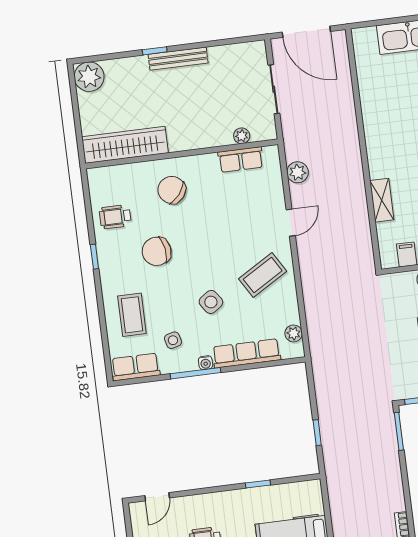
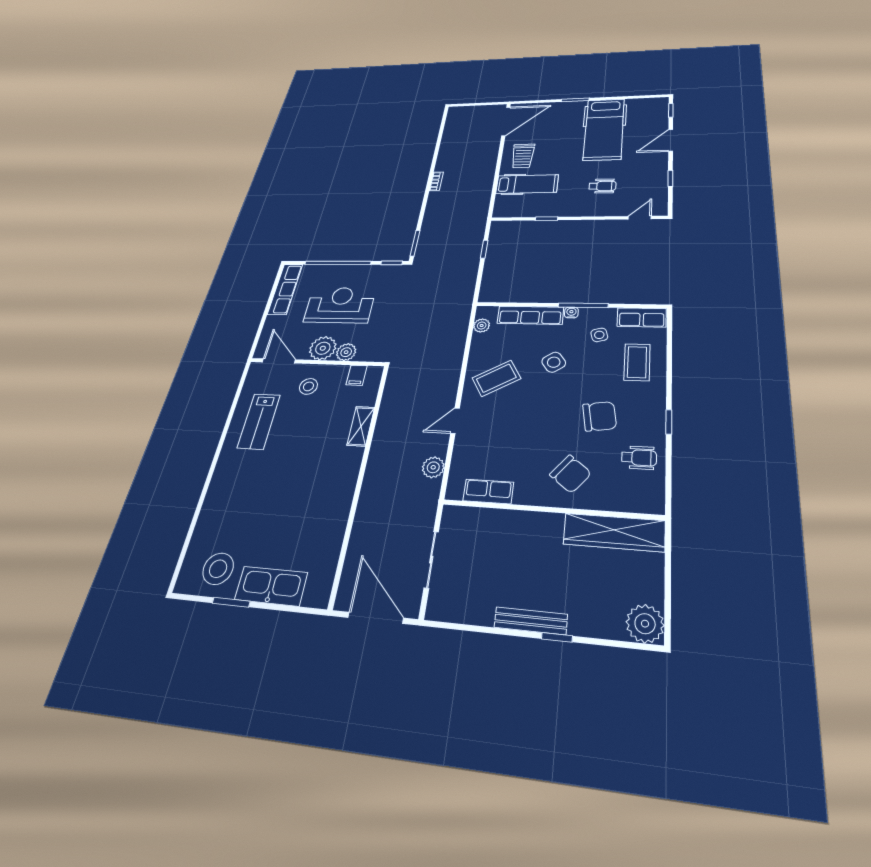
plant: (242, 136) -> (480, 516), removed

